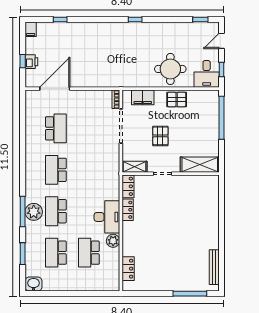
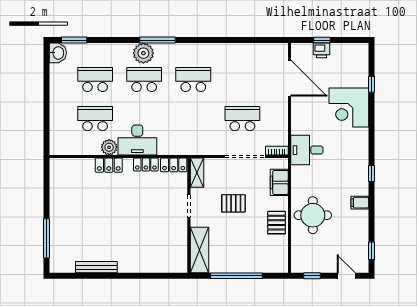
filing cabinet: (31, 29) -> (360, 203), moved
corner desk: (79, 39) -> (349, 107), added
desk: (207, 74) -> (307, 150), moved
window: (222, 118) -> (236, 276), moved
school desk: (56, 128) -> (242, 119), moved, turned 180
window: (23, 212) -> (158, 40), moved
window: (23, 254) -> (74, 40), moved
bench: (214, 267) -> (96, 267), moved
locker: (128, 269) -> (109, 165), moved

